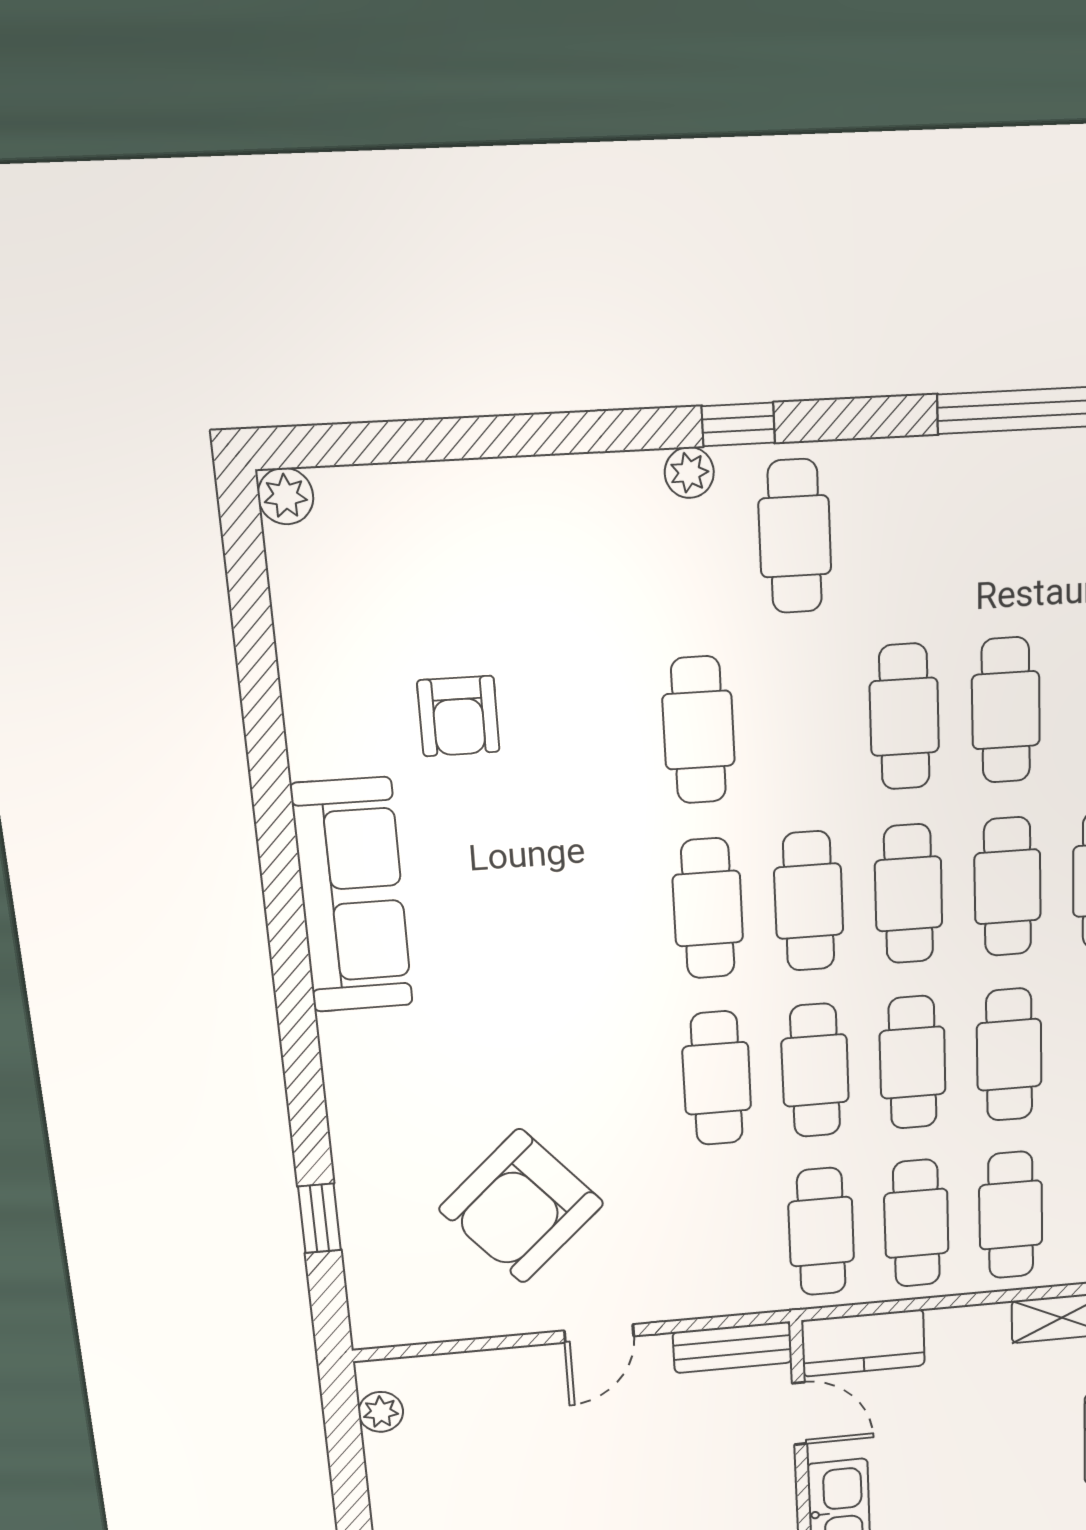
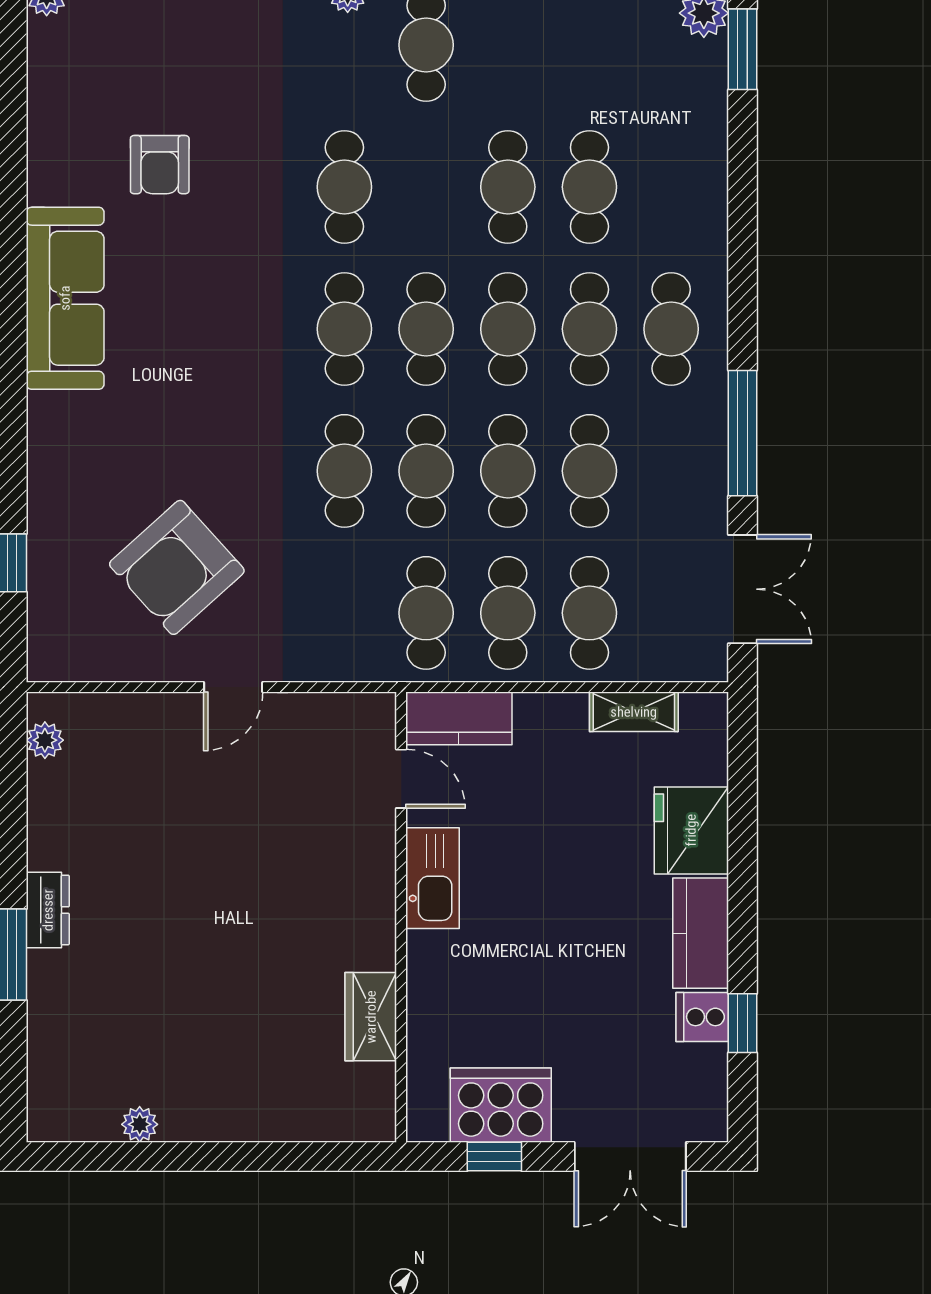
bench: (733, 1347) -> (346, 711), removed

